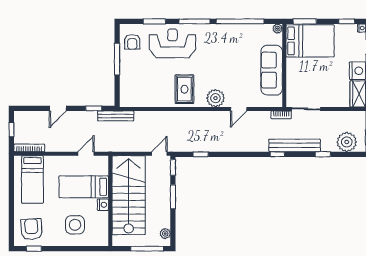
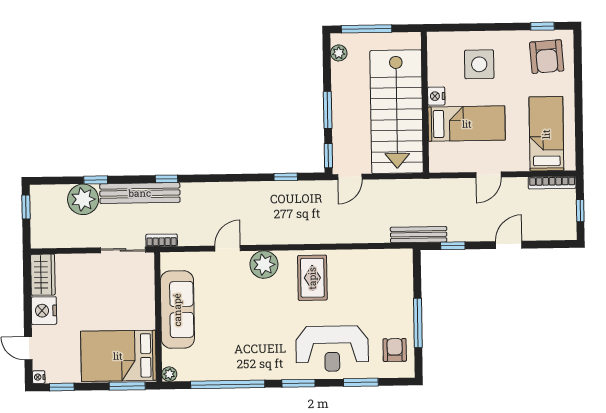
window: (194, 21) -> (298, 383), width x0.69
plant: (347, 142) -> (83, 199), moved
door: (86, 154) -> (489, 175), moved

